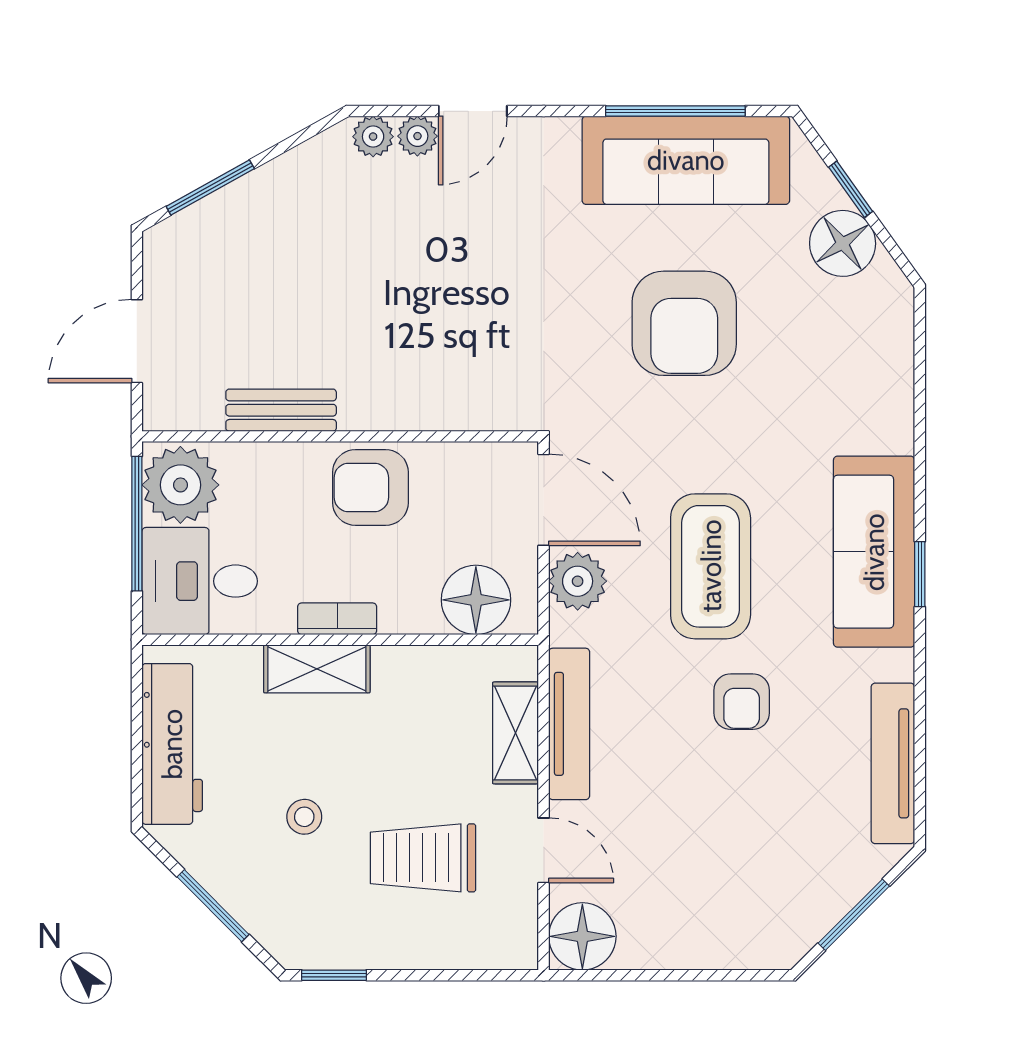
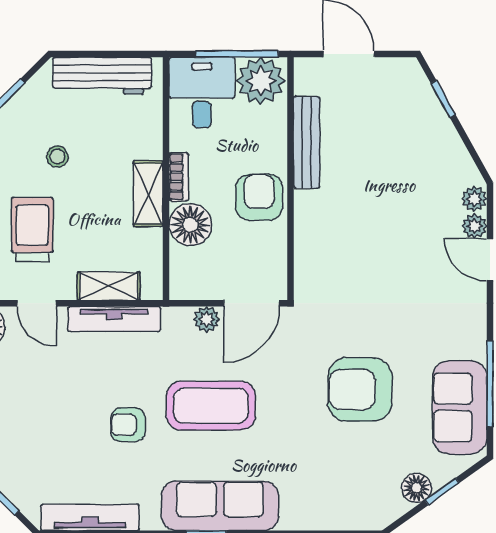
sofa: (686, 160) -> (460, 407), width x0.73
window: (210, 188) -> (443, 99), width x0.67
floor lamp: (843, 243) -> (416, 488), width x0.73, depth x0.73
bench: (281, 410) -> (307, 142), width x1.36
plant: (578, 581) -> (207, 319), width x0.73, depth x0.73
floor lamp: (476, 600) -> (190, 225), moved
shelving: (317, 669) -> (148, 194), moved
door: (544, 850) -> (37, 303), hinge flipped

